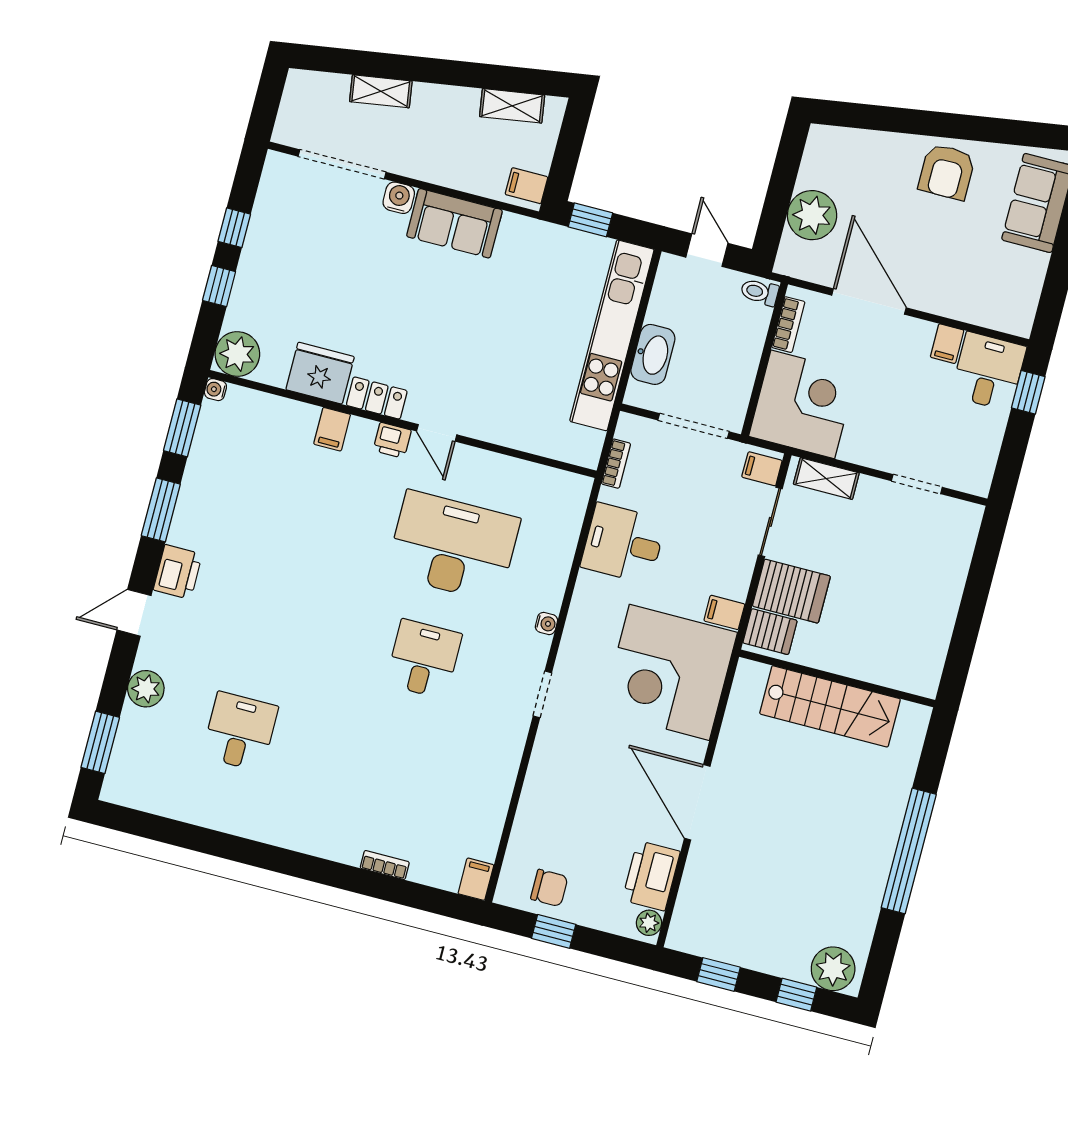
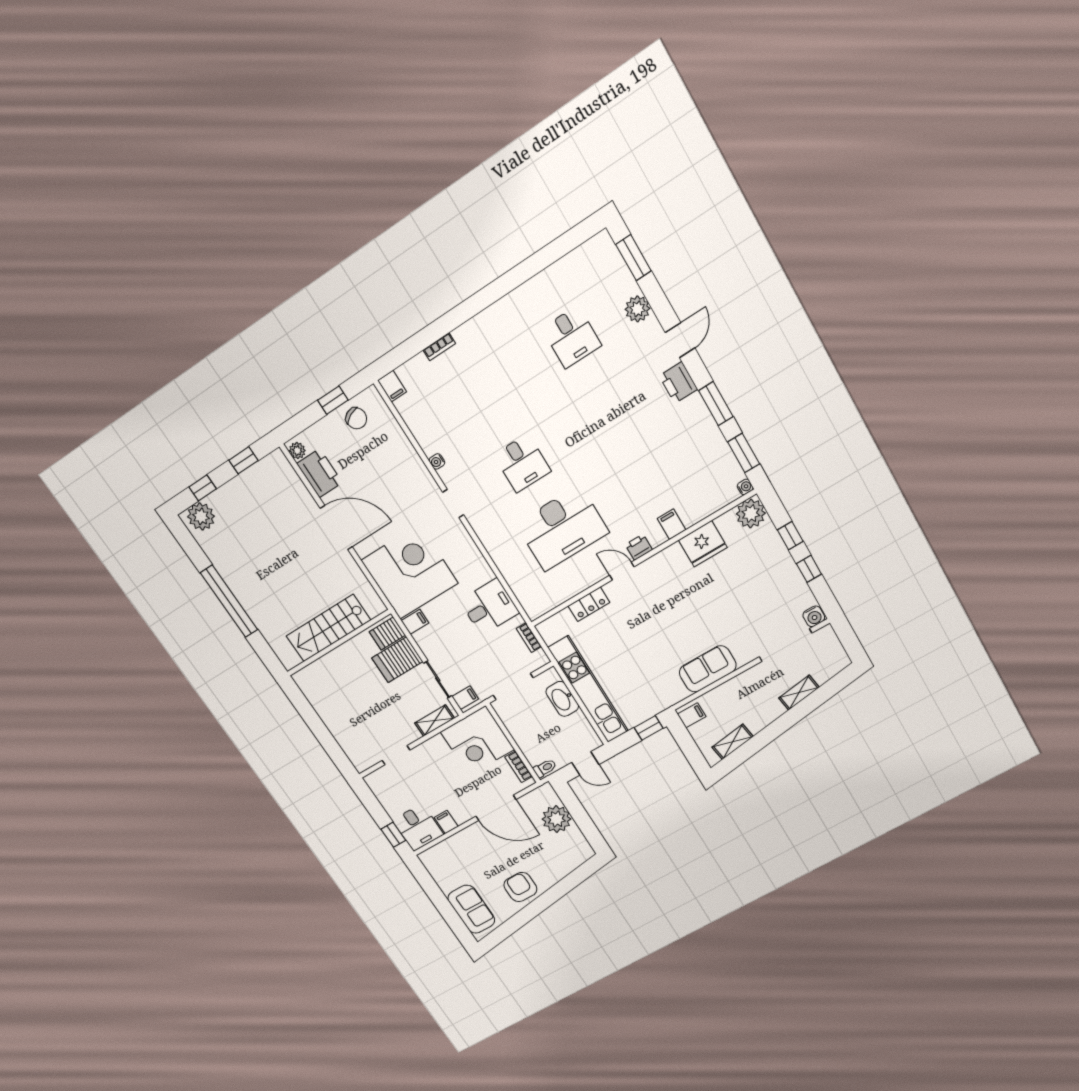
water cooler: (399, 198) -> (814, 616), moved
locker: (377, 398) -> (589, 604), moved
water cooler: (546, 623) -> (437, 461), moved
chair: (549, 888) -> (356, 418), turned -115

